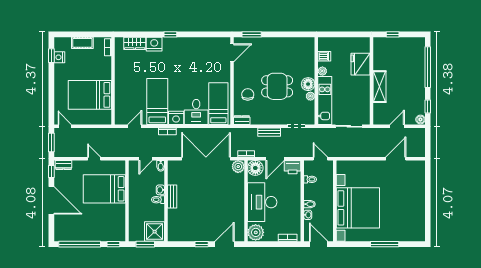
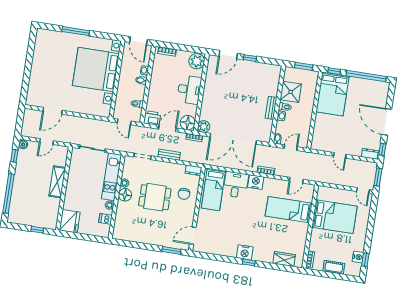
nightstand: (154, 44) -> (245, 252), moved
fridge: (361, 64) -> (70, 221), moved
bed: (157, 102) -> (289, 210), moved, turned 90
bed: (104, 189) -> (333, 94), moved, turned 90
desk: (262, 202) -> (189, 90), width x0.73, depth x0.77
shower: (155, 232) -> (291, 92), moved

